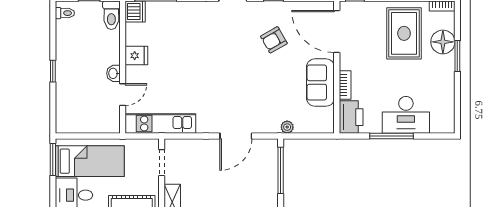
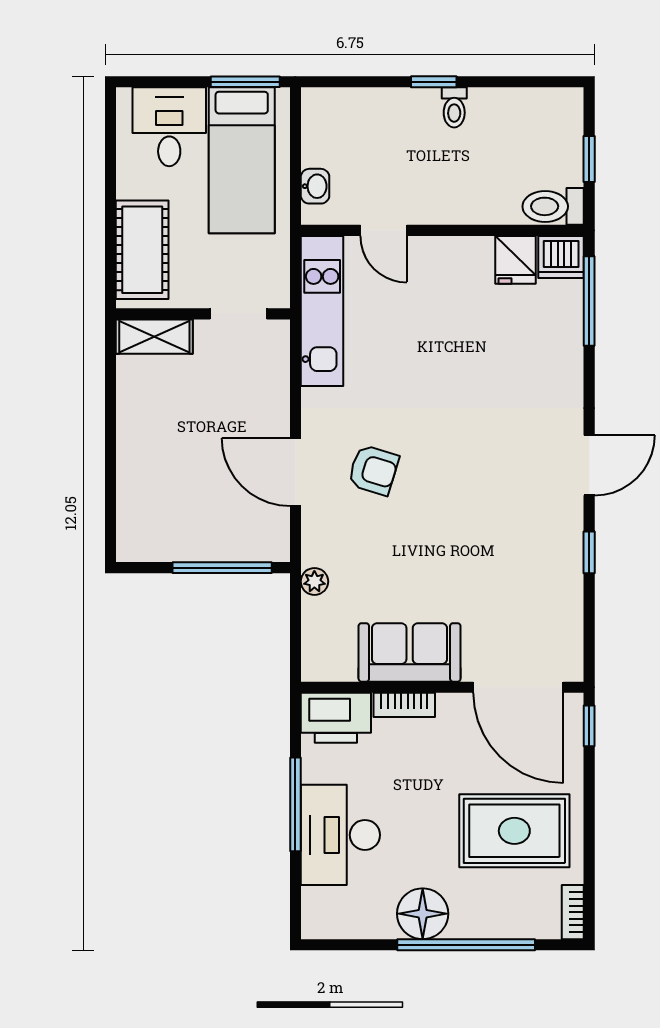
toilet: (65, 13) -> (454, 107), moved
door: (337, 32) -> (518, 687), swing flipped
armchair: (274, 40) -> (373, 470), moved, turned 137
floor lamp: (443, 42) -> (423, 914), moved
fridge: (136, 56) -> (515, 260), moved
window: (457, 56) -> (466, 945), width x2.11
washbasin: (113, 73) -> (315, 186), moved, turned 90

